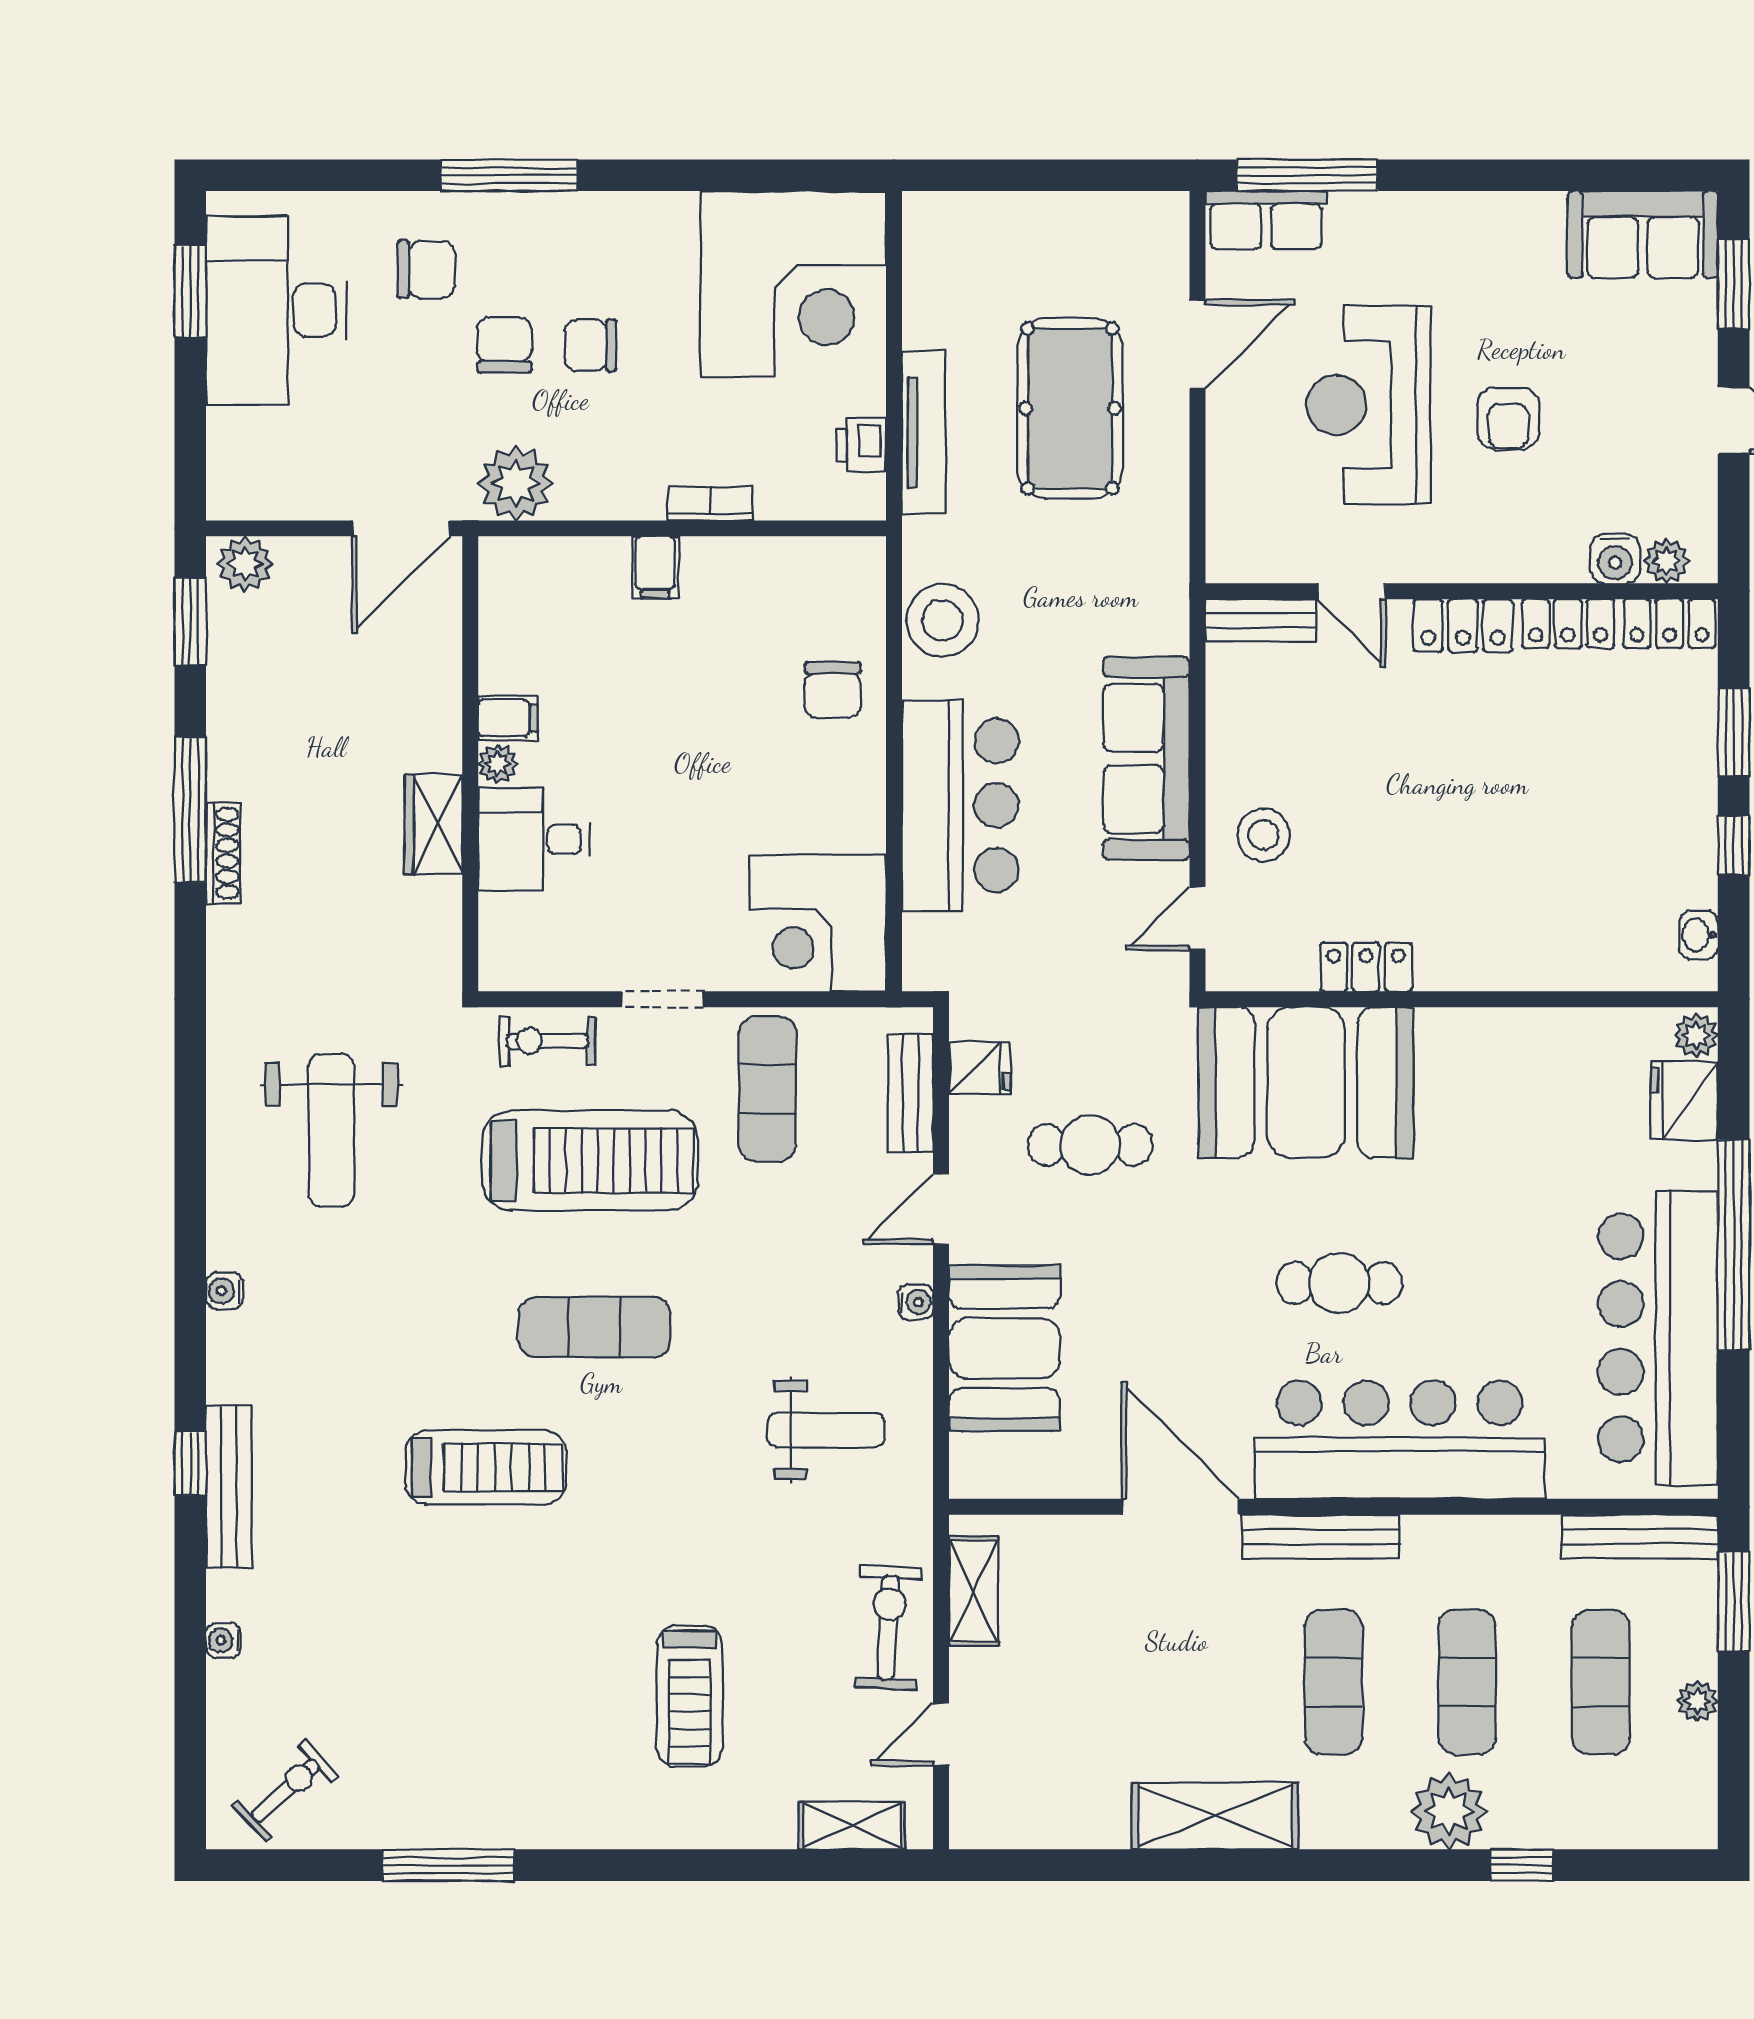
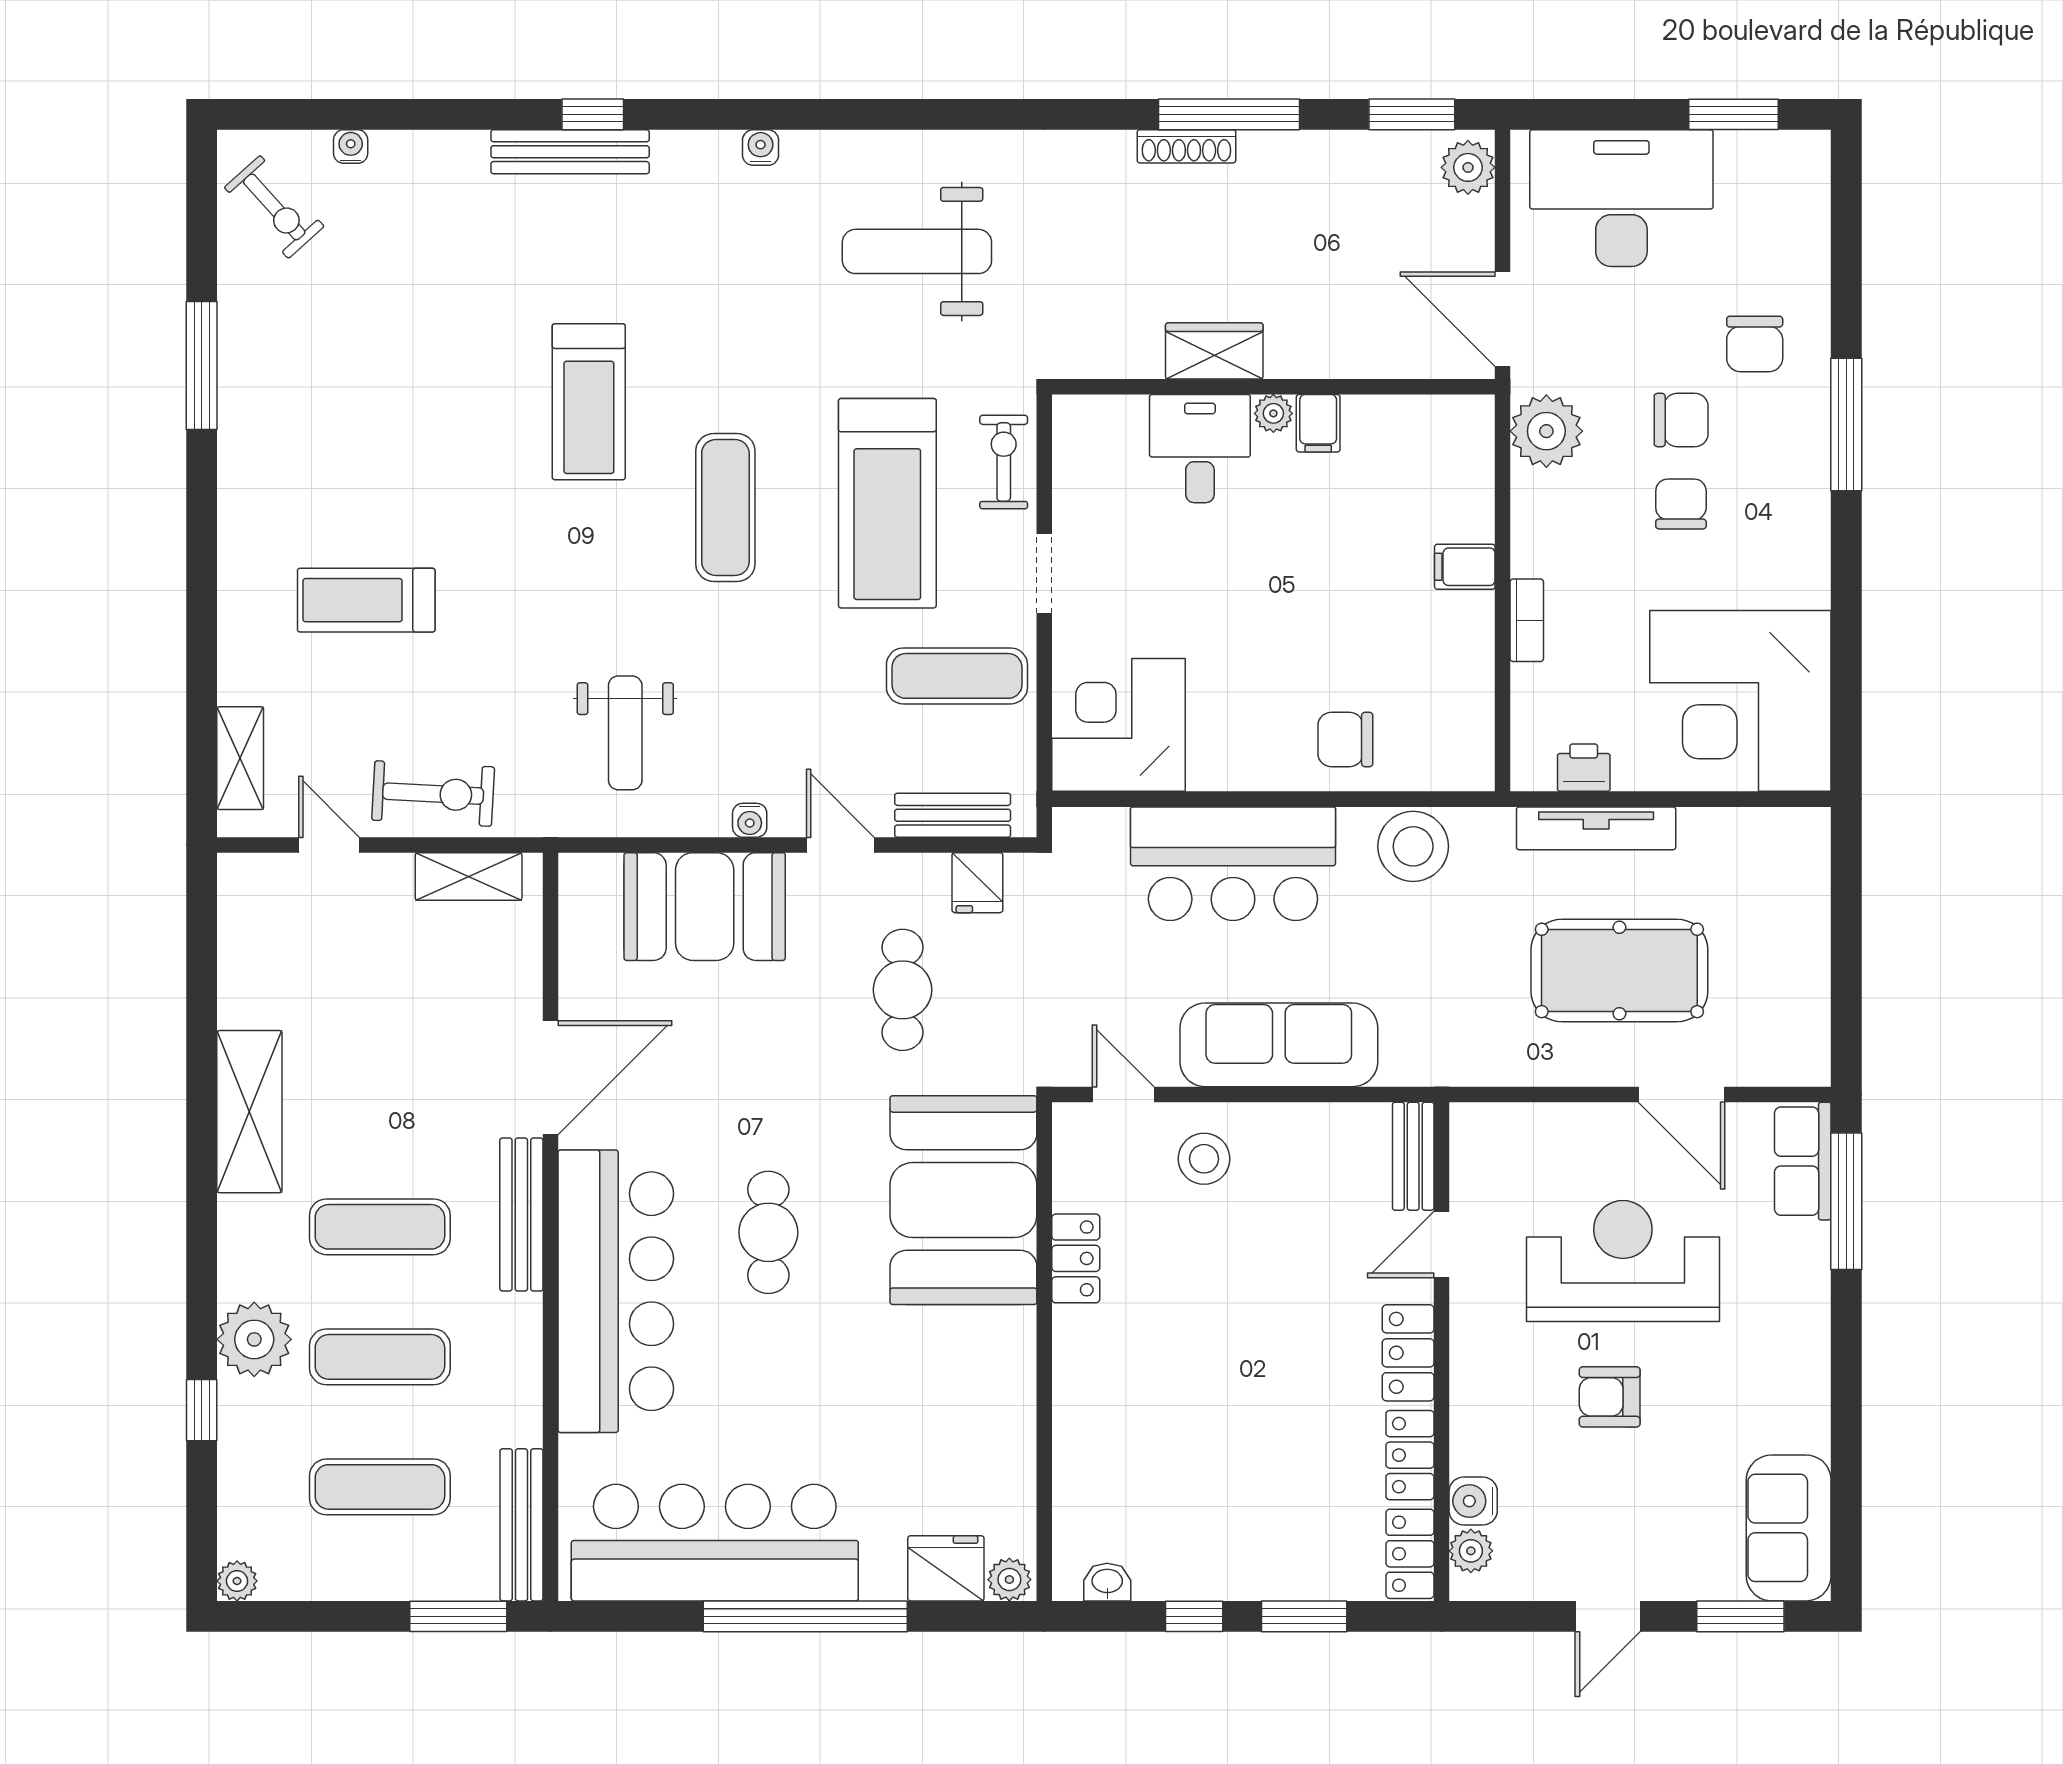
desk: (276, 310) -> (1621, 198), moved
water cooler: (223, 1640) -> (351, 147), moved
plant: (1697, 1701) -> (237, 1581), moved

